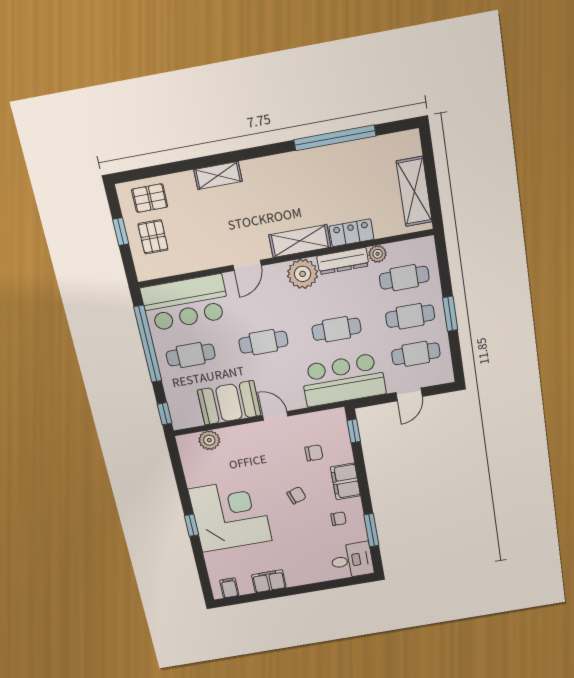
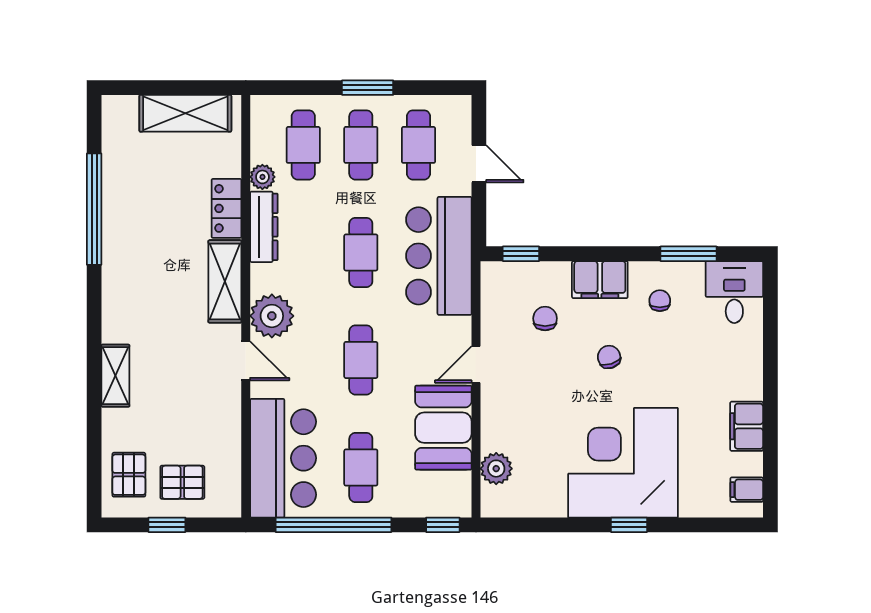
plant: (303, 274) -> (272, 316), moved

